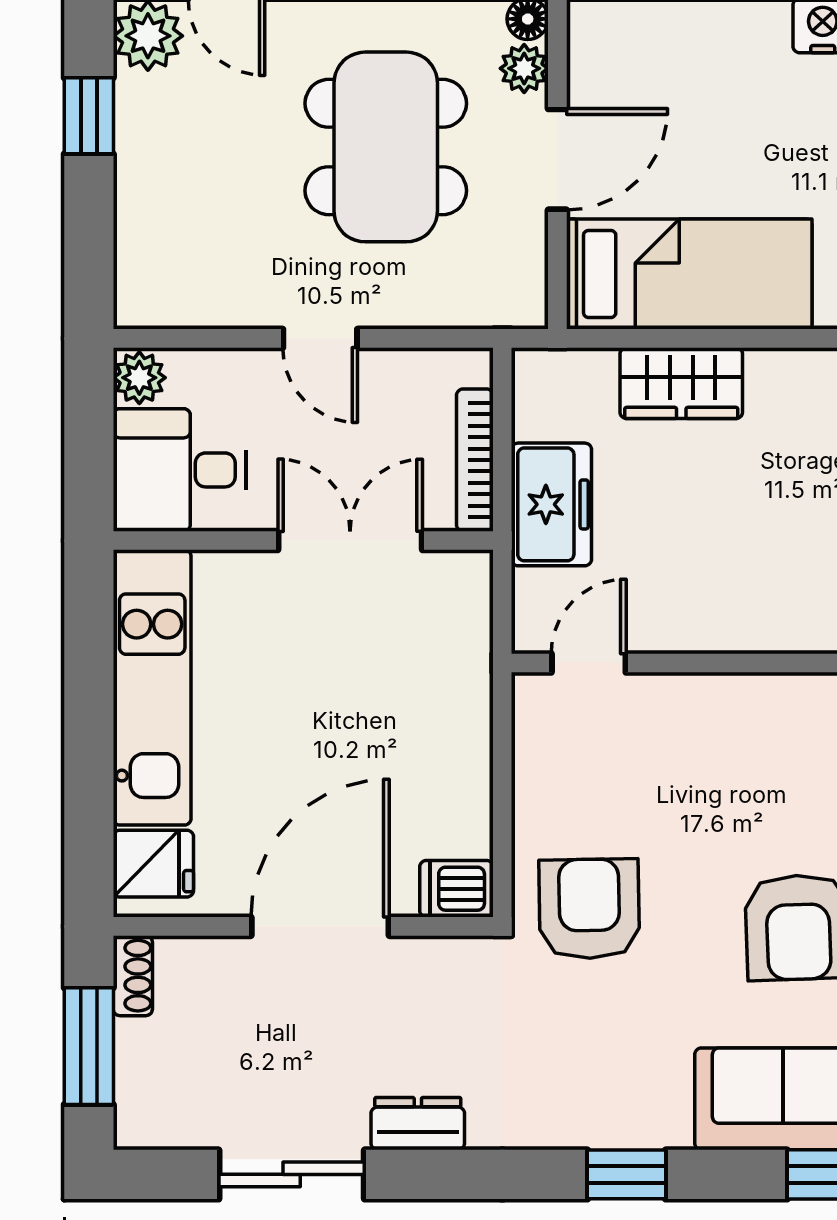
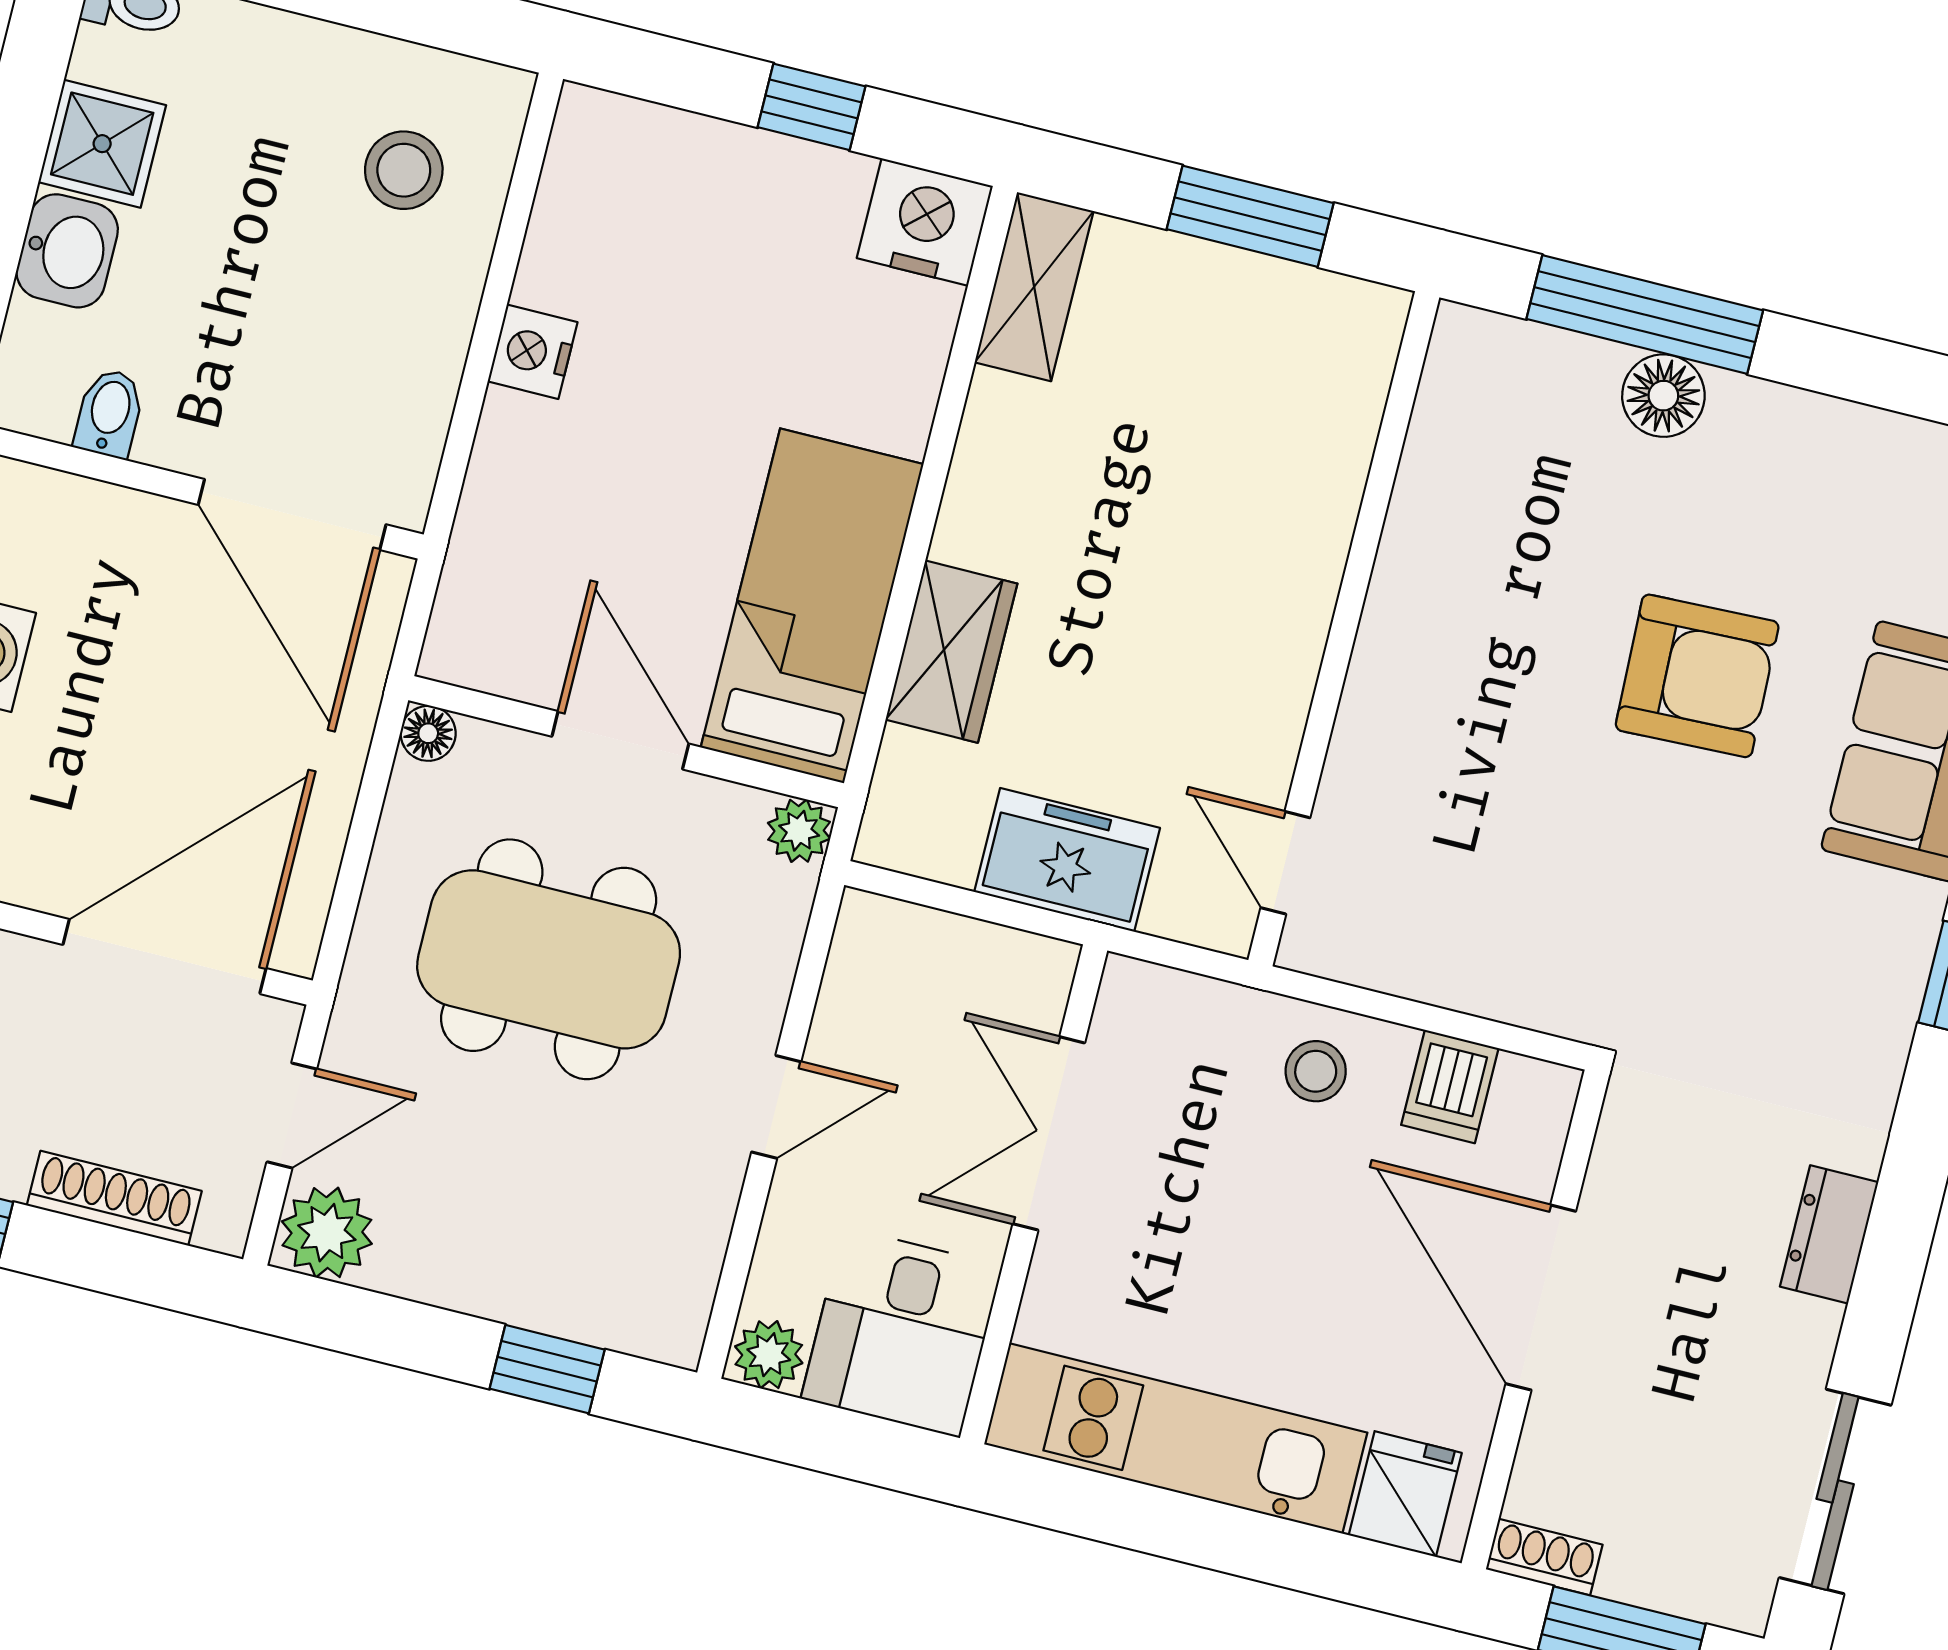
plant: (524, 68) -> (799, 831), moved
window: (89, 116) -> (547, 1369), moved
bookcase: (475, 460) -> (985, 945), removed
stool: (443, 722) -> (1316, 1071), added
dishwasher: (456, 889) -> (1450, 1086), moved
armchair: (589, 909) -> (1605, 942), removed
sliding door: (292, 1174) -> (1835, 1491), moved

